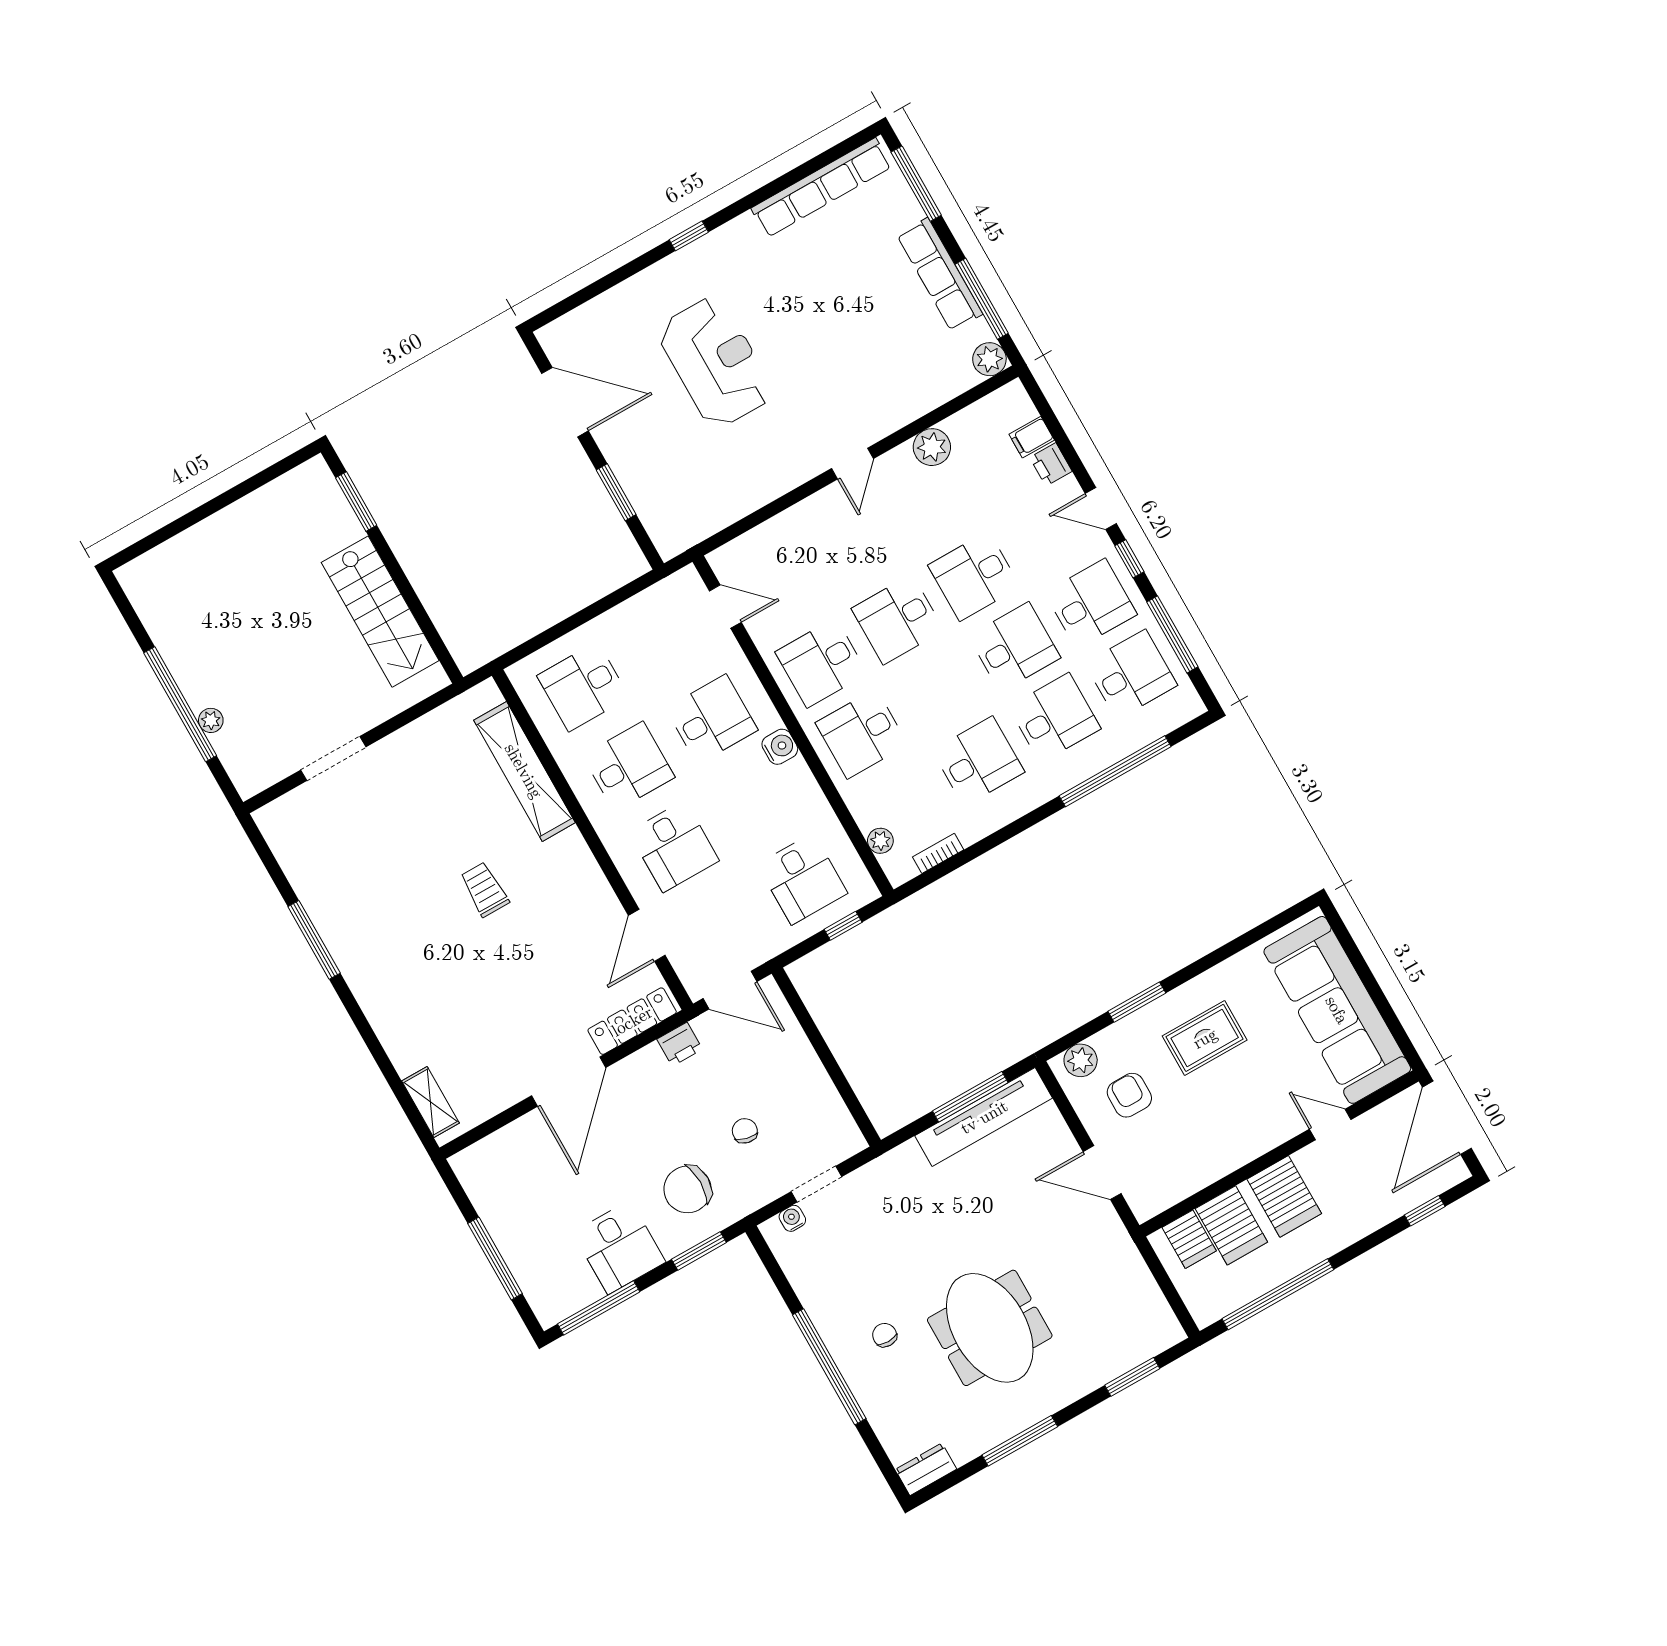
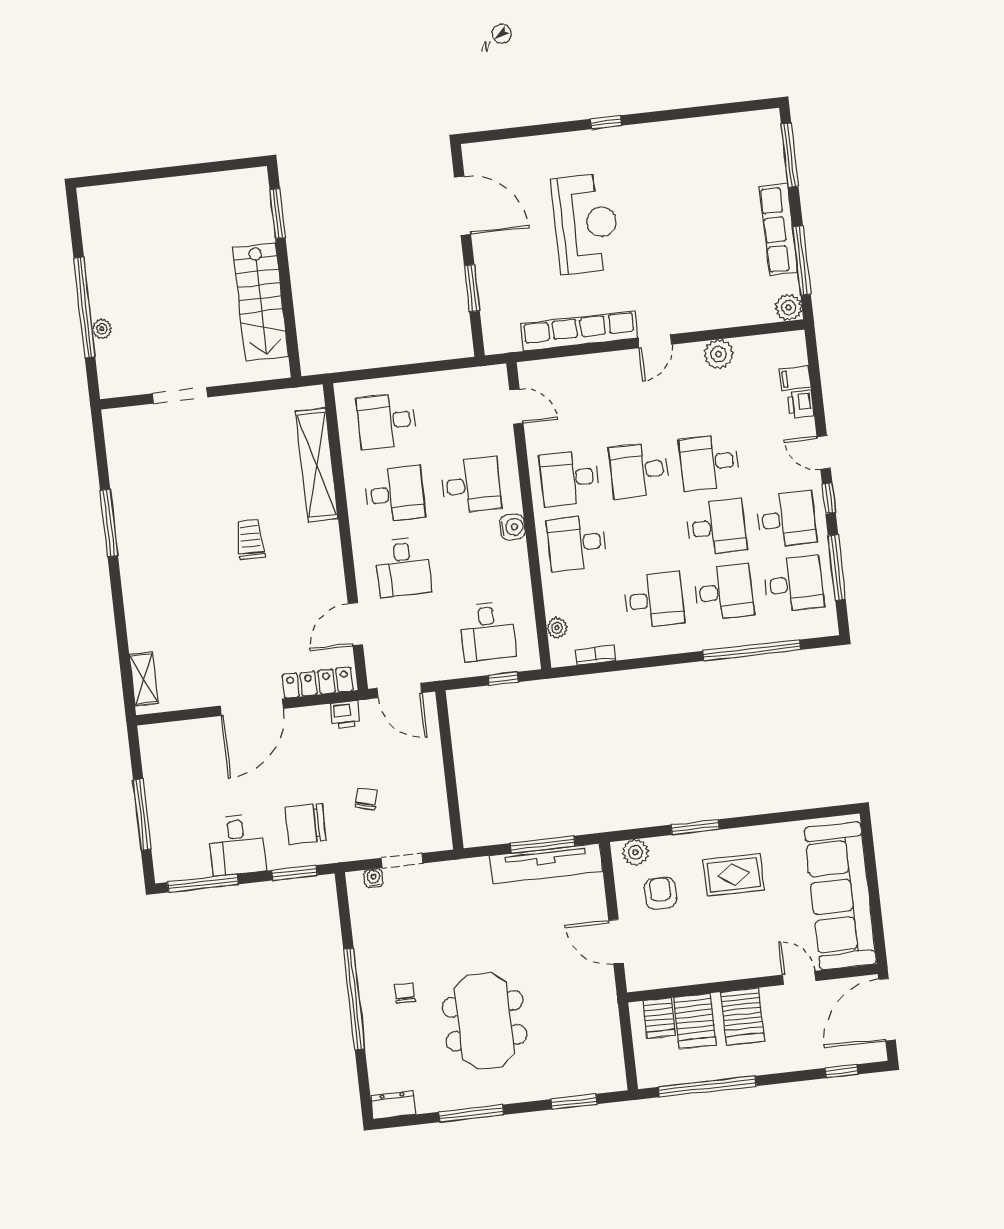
row of seats: (822, 188) -> (579, 331), moved, turned 180

